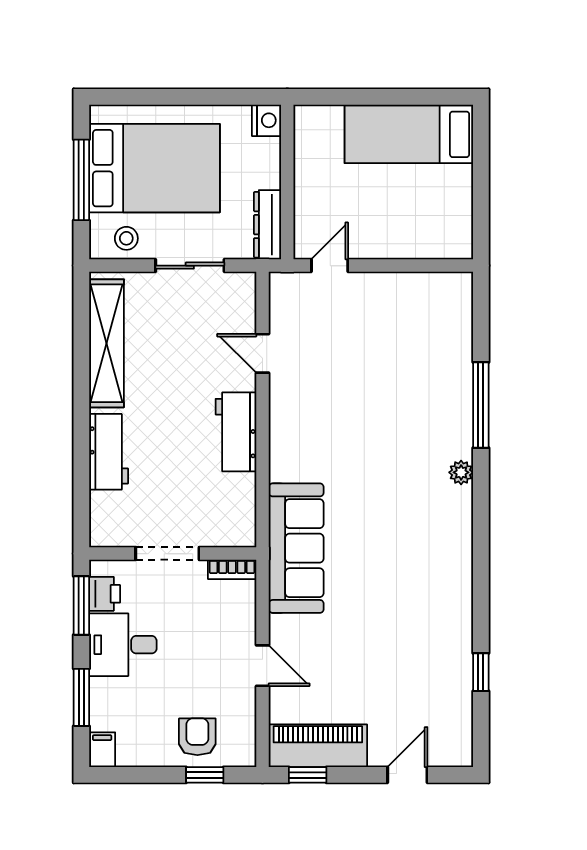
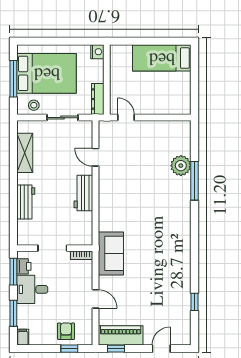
door: (330, 266) -> (126, 118), hinge flipped
shelving: (107, 343) -> (25, 153), width x0.68
plant: (461, 472) -> (181, 166), moved, width x1.88, depth x1.88
sofa: (296, 548) -> (111, 253), width x0.73

